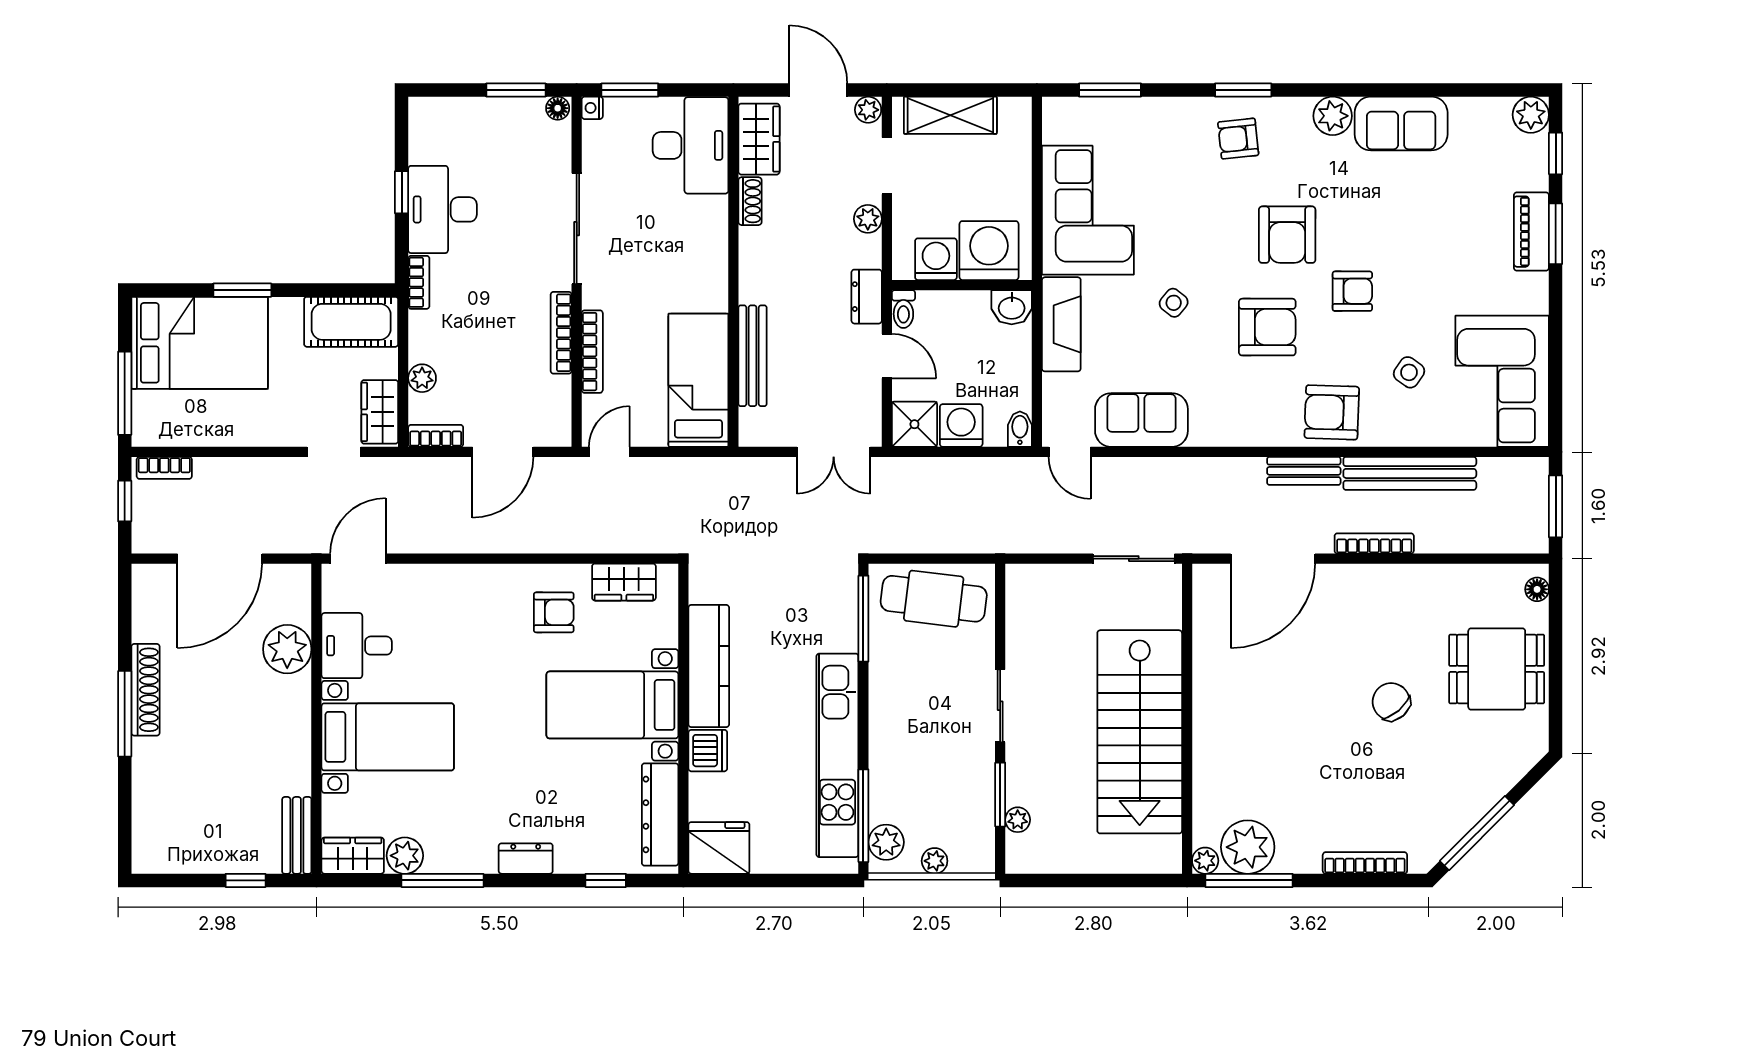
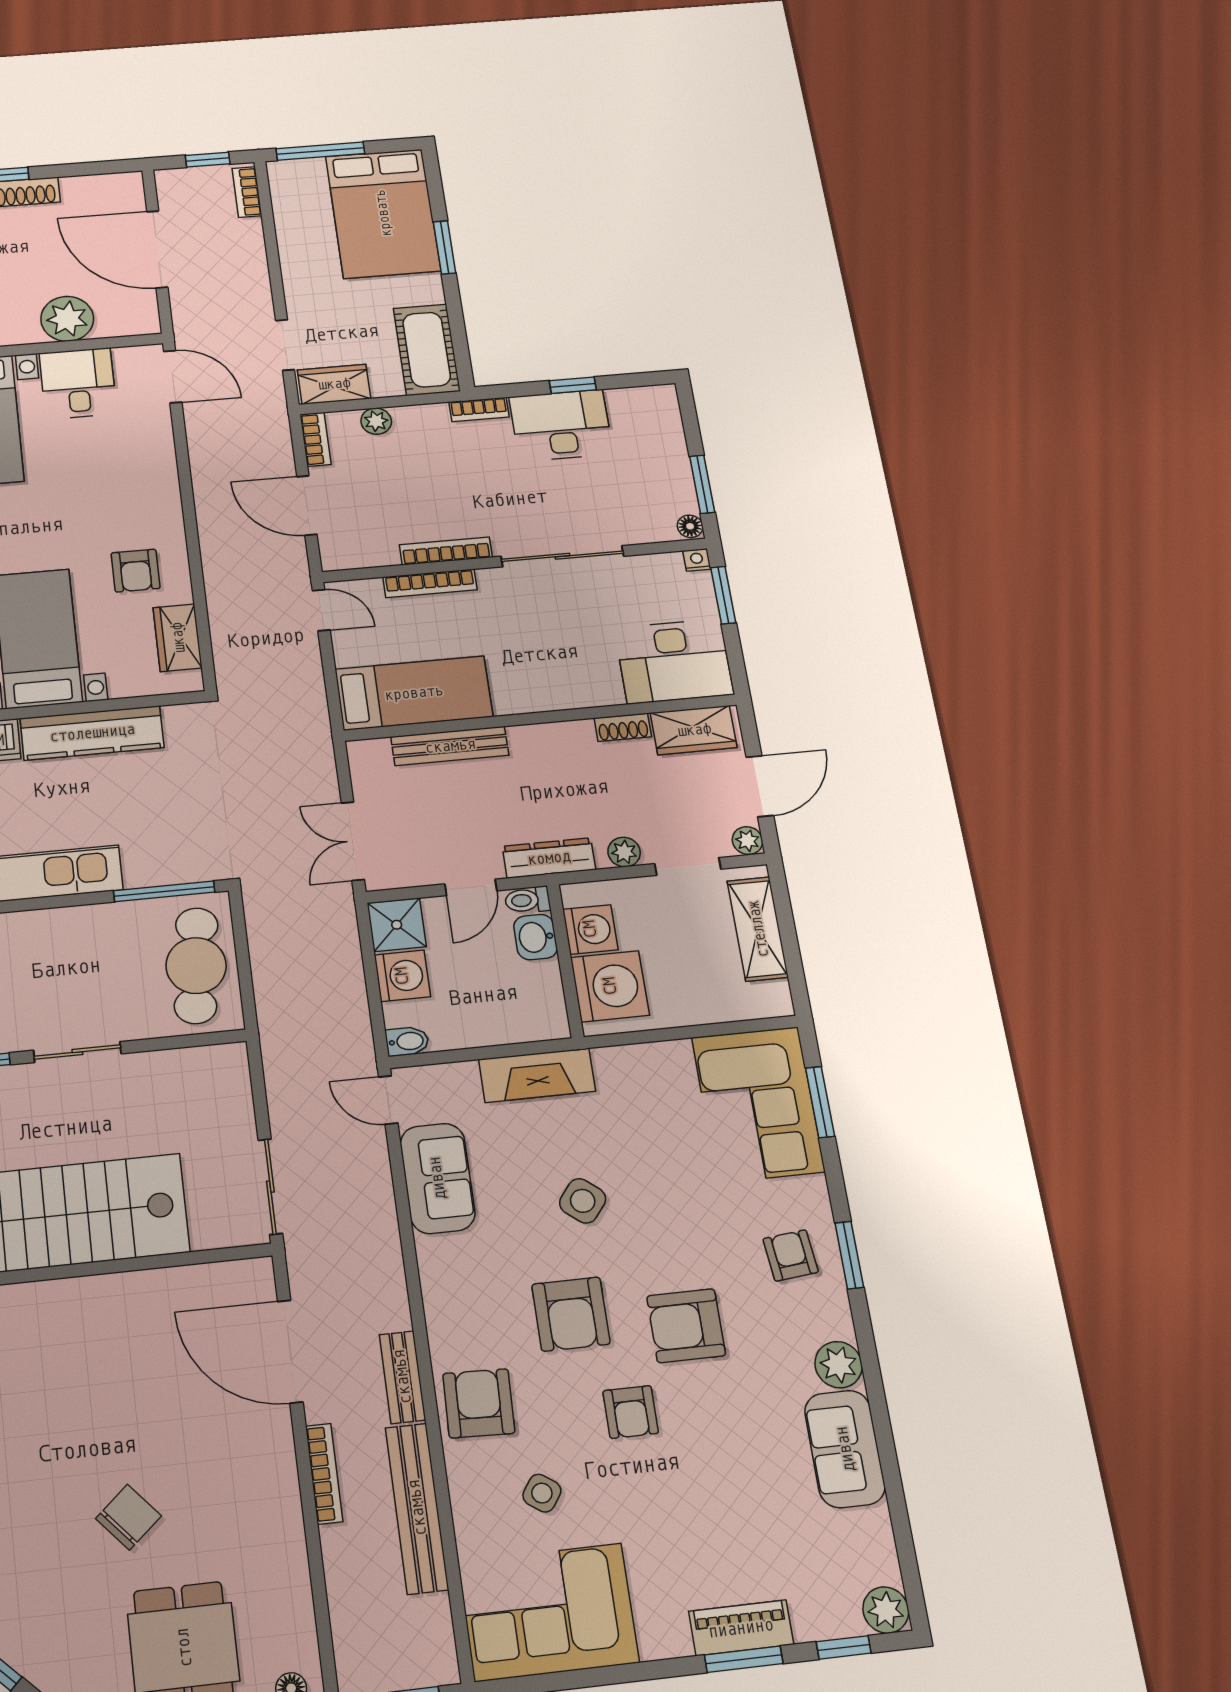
corner sofa: (1088, 210) -> (758, 1104), moved, turned 90
dresser: (867, 297) -> (549, 858), width x1.44
side table: (1174, 303) -> (583, 1201), width x1.37, depth x1.37
washbasin: (1012, 307) -> (536, 937), moved
door: (1070, 452) -> (388, 1100), hinge flipped

